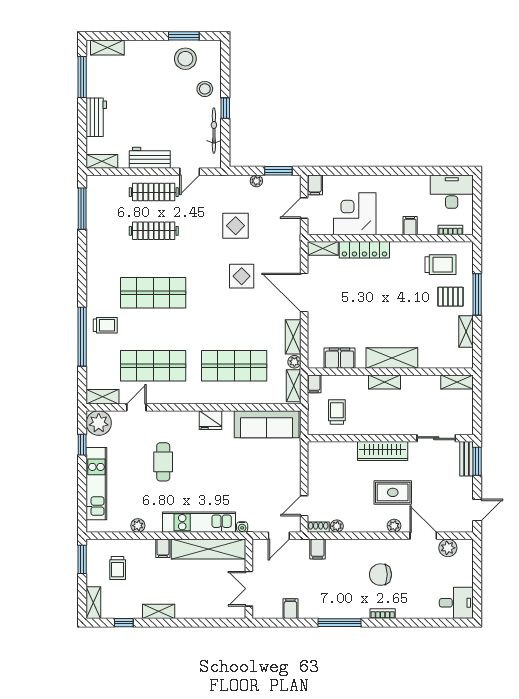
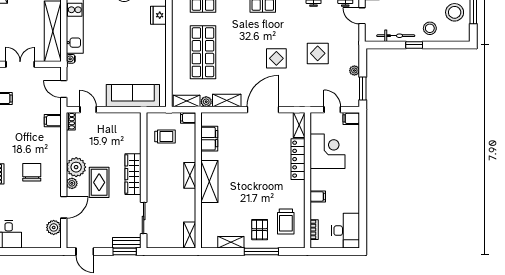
fridge: (210, 420) -> (158, 15), moved
sofa: (267, 424) -> (133, 96), moved, turned 90
plant: (337, 526) -> (76, 167), moved, width x1.88, depth x1.88

